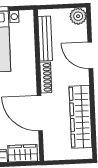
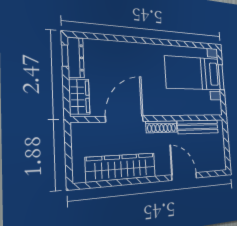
plant: (78, 16) -> (219, 162), removed
door: (90, 55) -> (184, 176), hinge flipped

